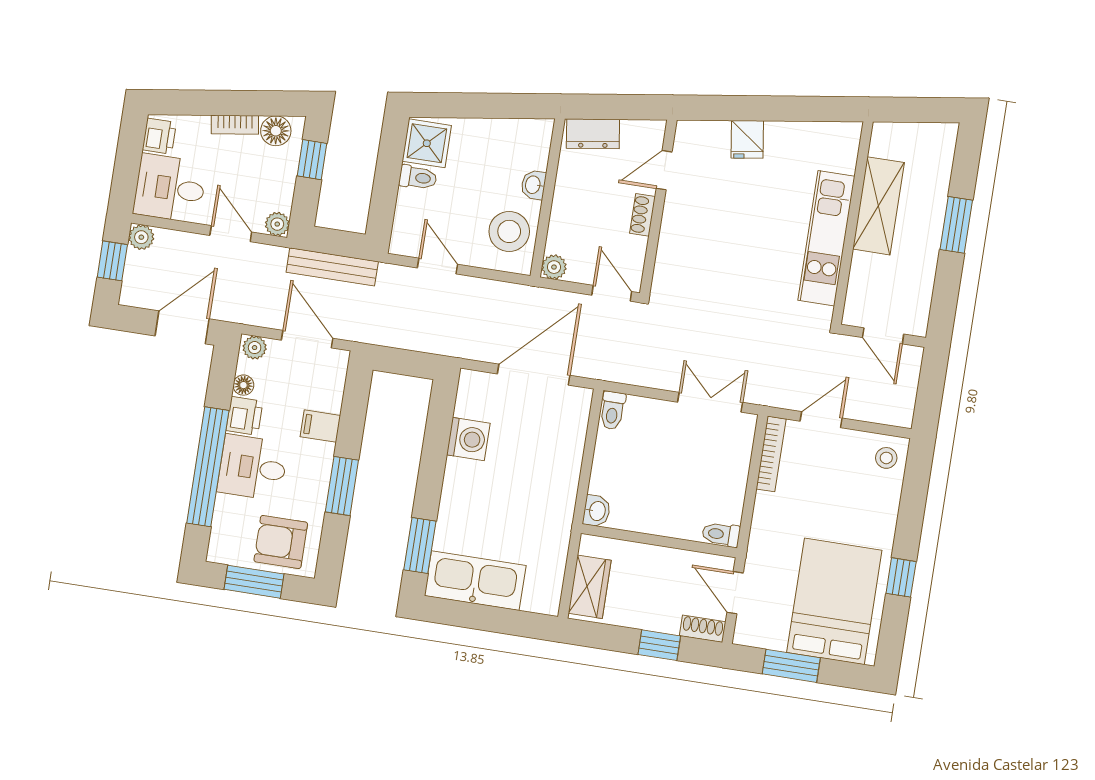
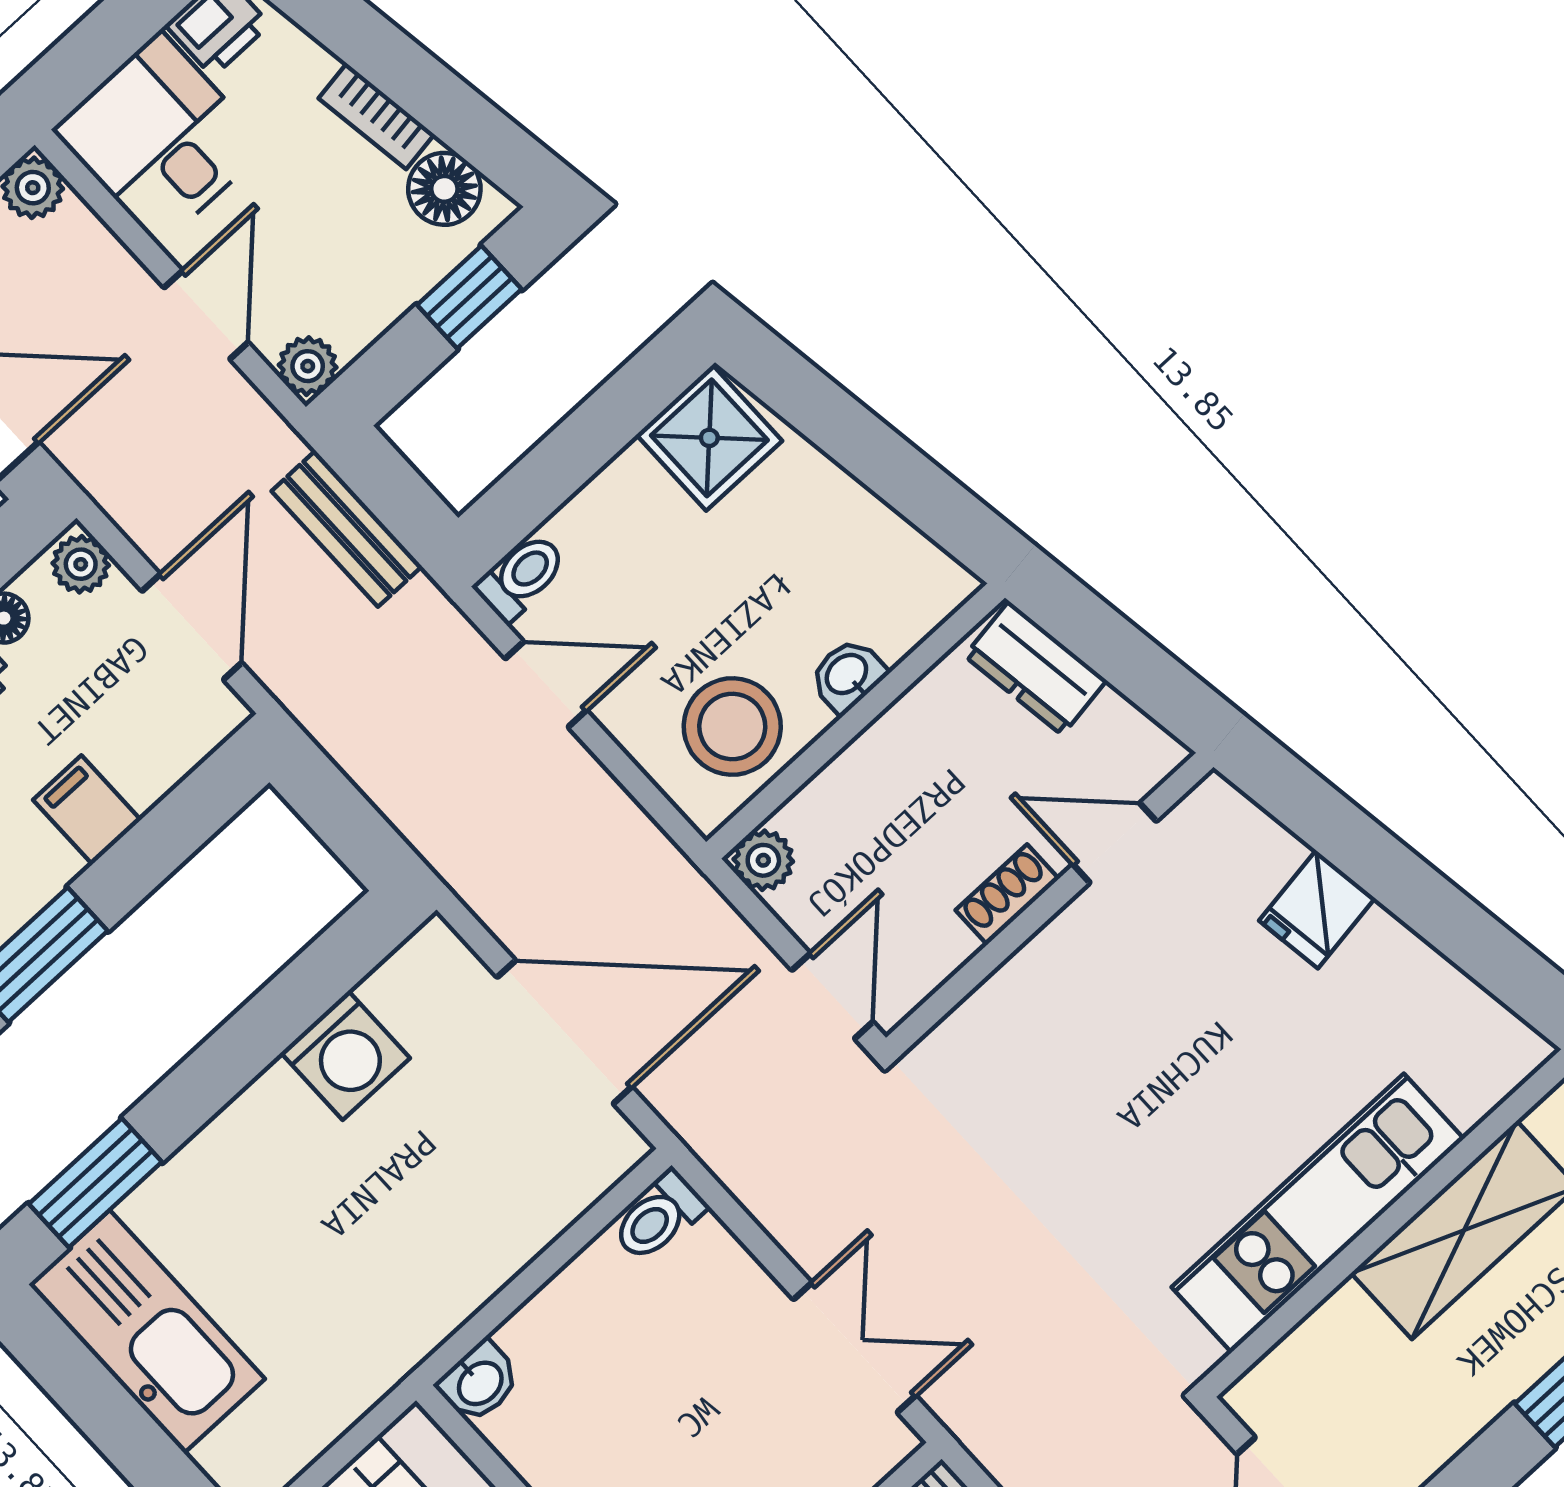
toilet: (418, 177) -> (521, 577), moved, turned -90
door: (437, 266) -> (546, 684), hinge flipped
bench: (332, 267) -> (347, 529), width x0.73

